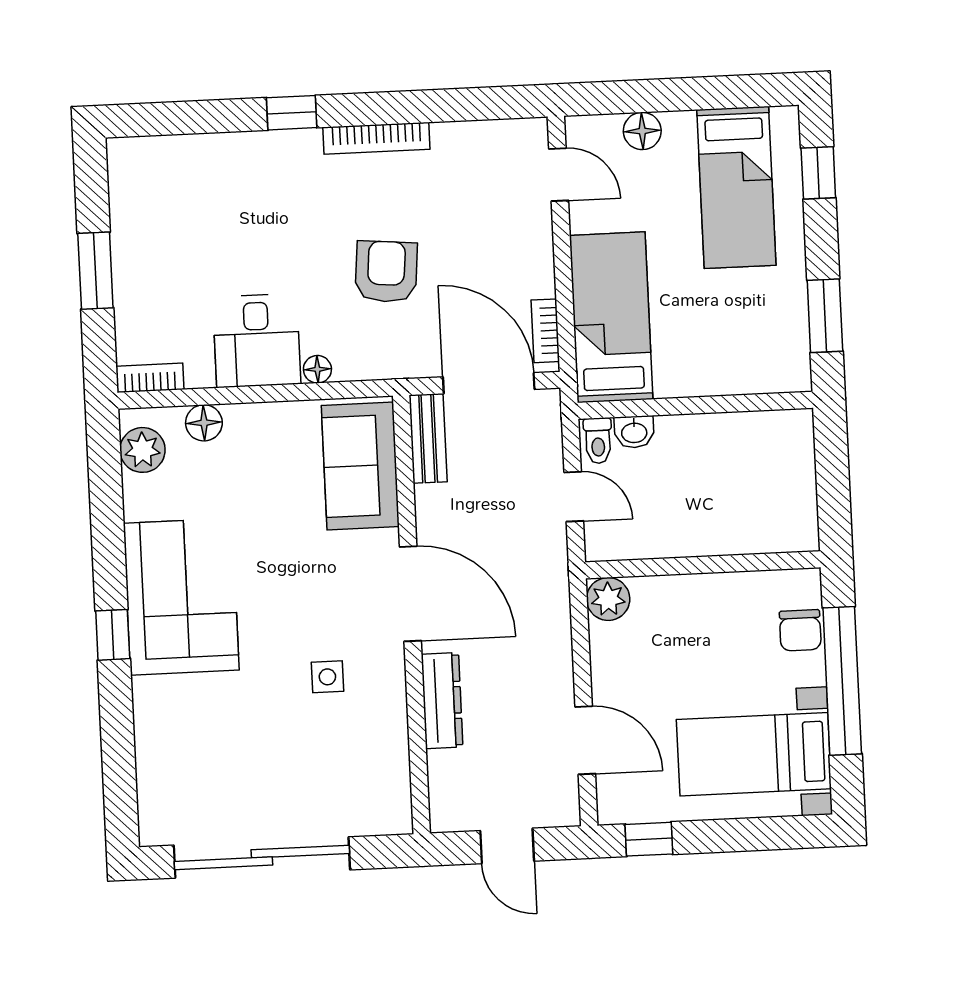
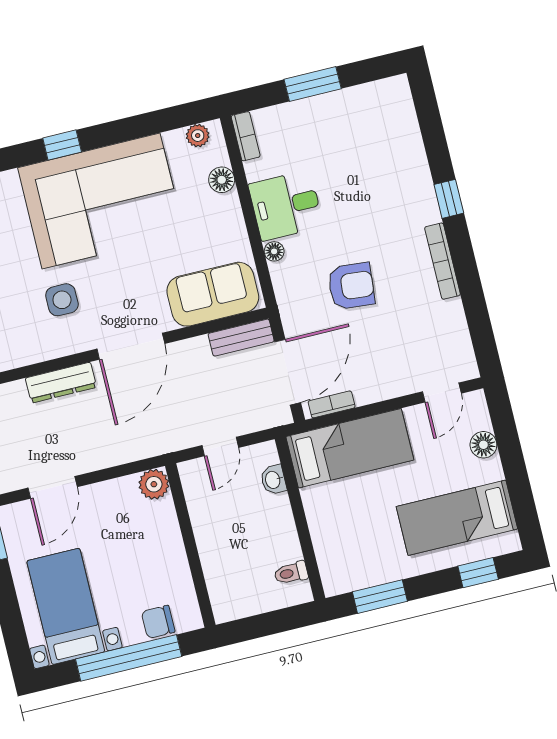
toilet: (598, 441) -> (291, 573), moved
plant: (142, 450) -> (198, 136), width x0.73, depth x0.73
corner sofa: (181, 597) -> (101, 201), width x1.36, depth x1.36
side table: (327, 677) -> (62, 300), width x1.37, depth x1.37

